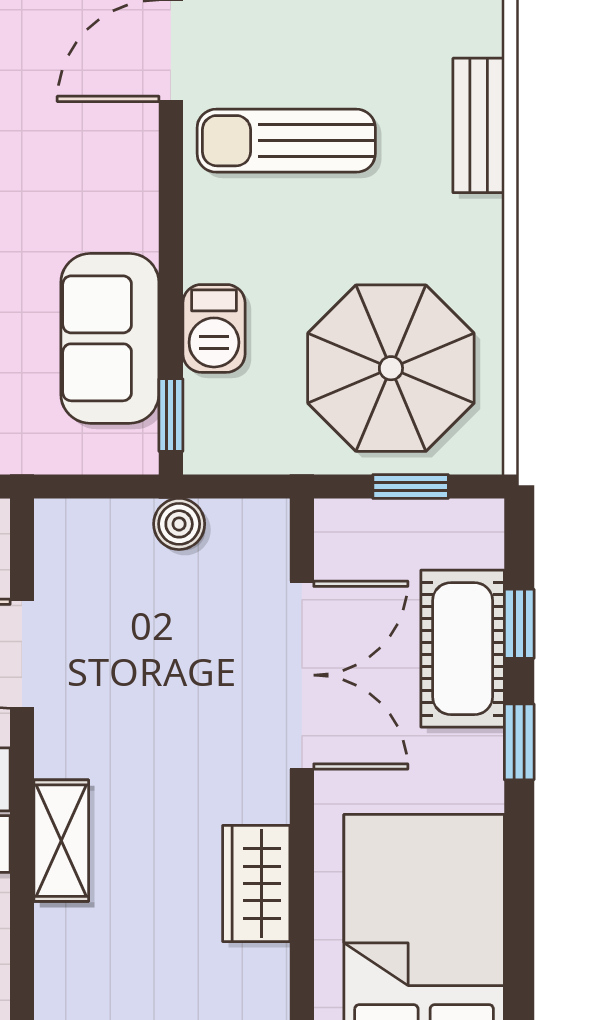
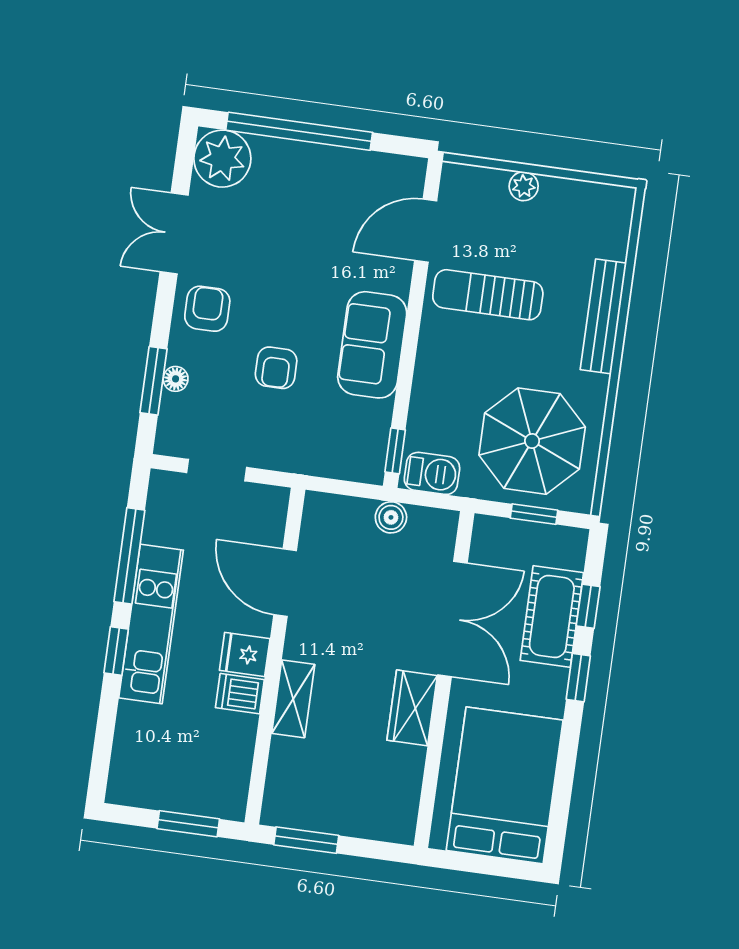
bench: (479, 125) -> (603, 316), width x1.36
barbecue: (214, 328) -> (432, 473), moved, turned -90
sofa: (110, 338) -> (372, 345), moved
wardrobe: (256, 883) -> (412, 708), moved

